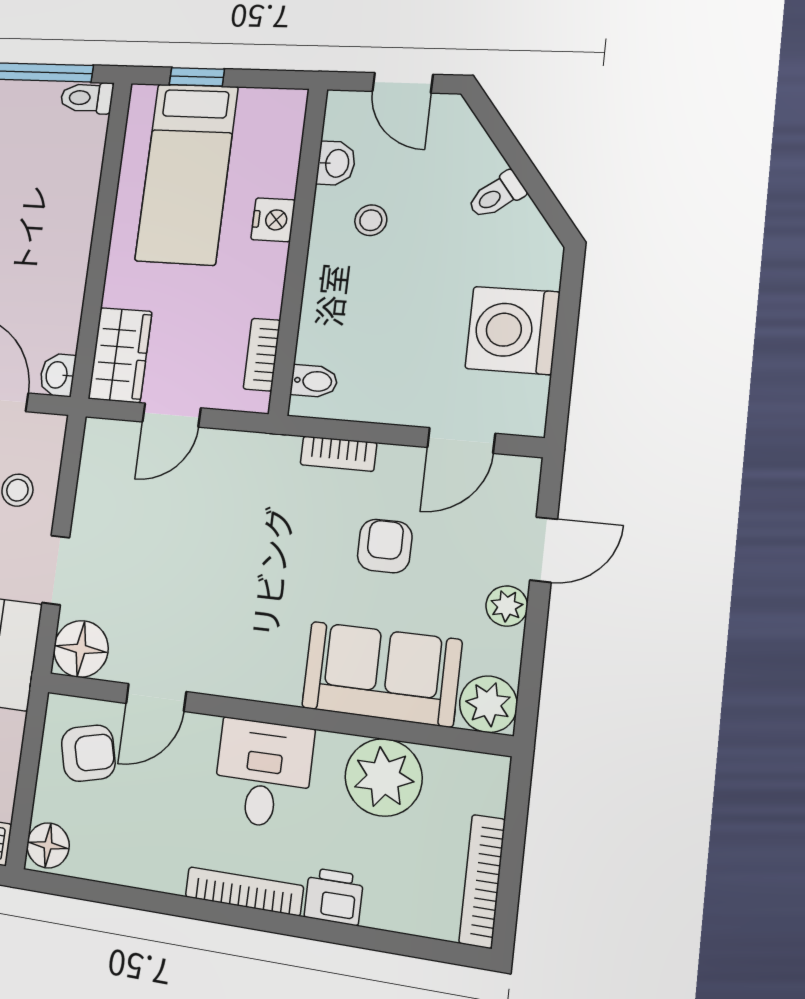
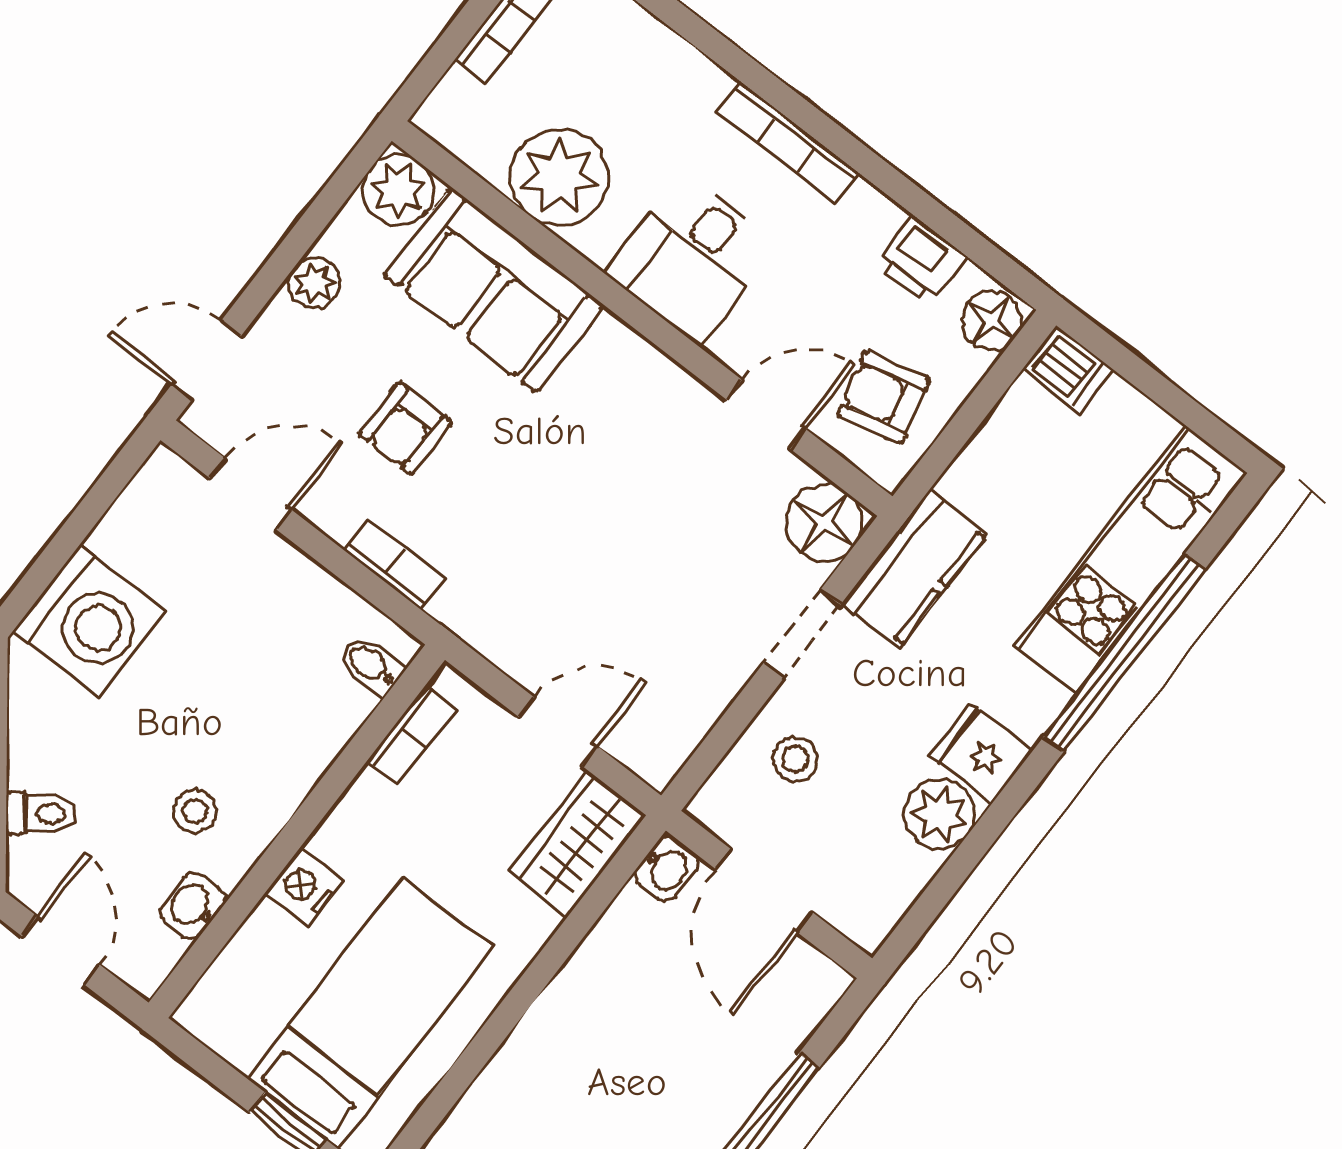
toilet: (496, 195) -> (41, 814), moved
washing machine: (512, 330) -> (89, 621), moved
door: (544, 550) -> (206, 360), moved
printer: (334, 896) -> (921, 261), moved

